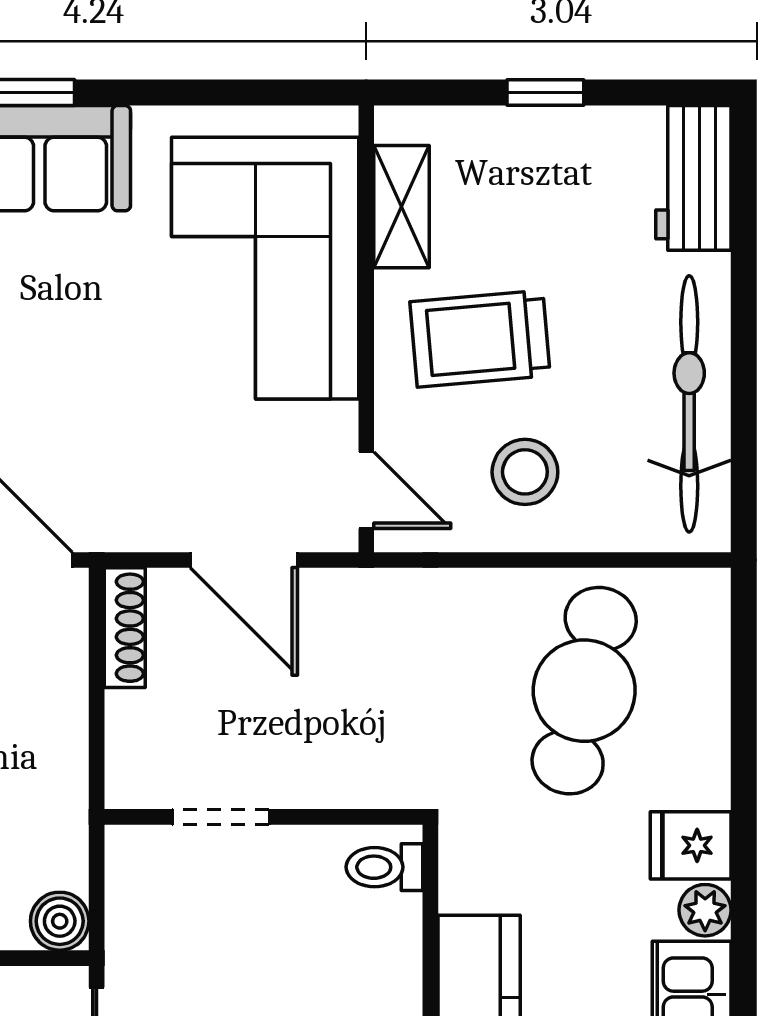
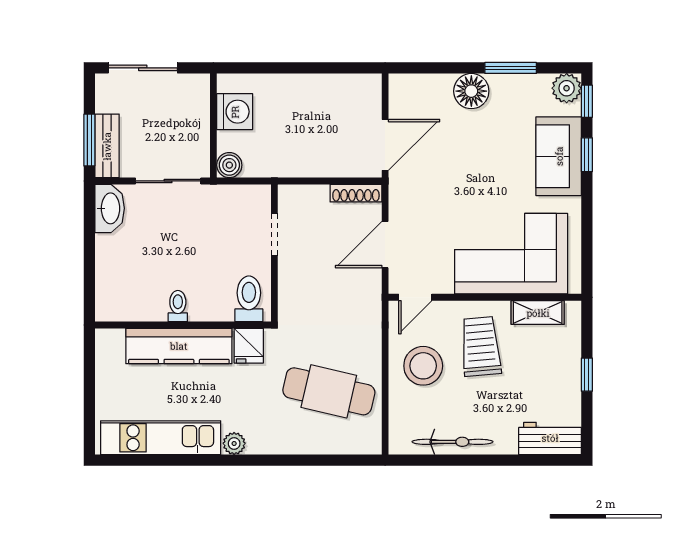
bicycle: (689, 404) -> (453, 442), width x0.73, depth x0.71
stool: (525, 472) -> (423, 366), width x1.38, depth x1.38
fridge: (691, 845) -> (249, 346), moved, turned 180
toilet: (384, 867) -> (249, 299), width x1.37, depth x1.39

